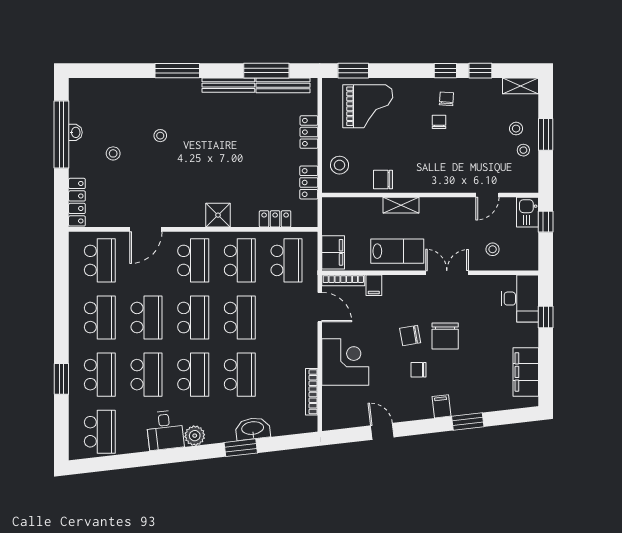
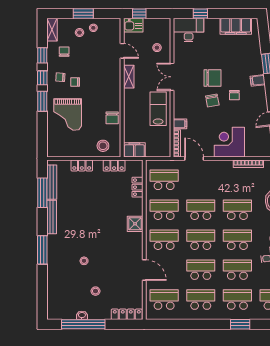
window: (353, 71) -> (42, 101), moved
chair: (486, 105) -> (64, 52), added
grand piano: (368, 106) -> (68, 114), moved, turned 180
shelving: (401, 205) -> (129, 77), moved
filing cabinet: (333, 252) -> (134, 150), moved
door: (320, 307) -> (194, 158), hinge flipped

